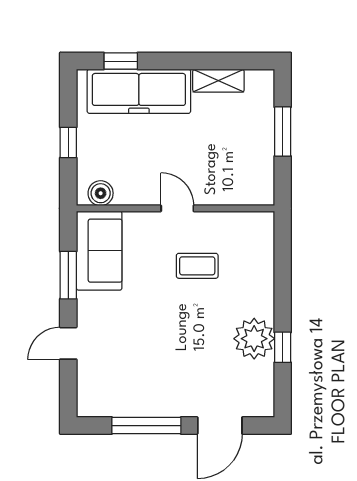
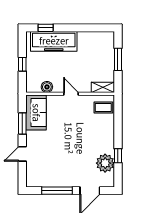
shelving: (218, 81) -> (103, 87), moved
boiler: (101, 193) -> (47, 87), moved
coffee table: (197, 266) -> (103, 108), moved
plant: (254, 339) -> (105, 163), moved

